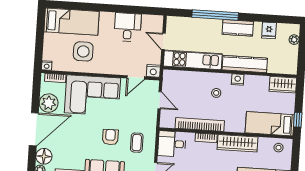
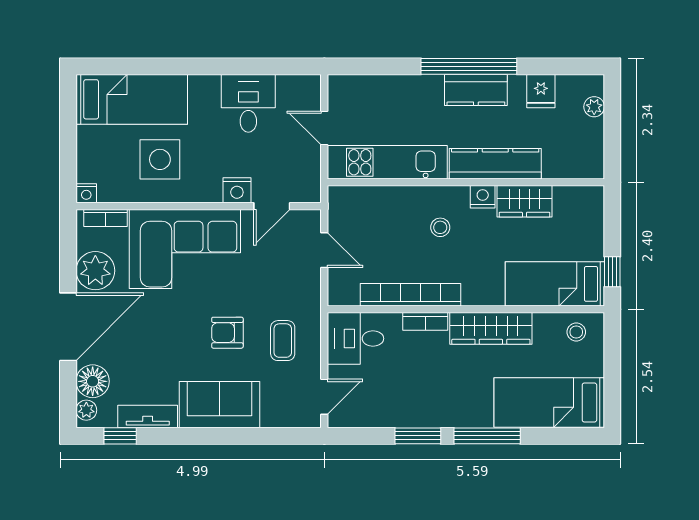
window: (215, 15) -> (469, 66), moved
nightstand: (153, 71) -> (237, 190), moved
wardrobe: (283, 85) -> (524, 201), moved
armchair: (110, 137) -> (227, 333), turned -90

